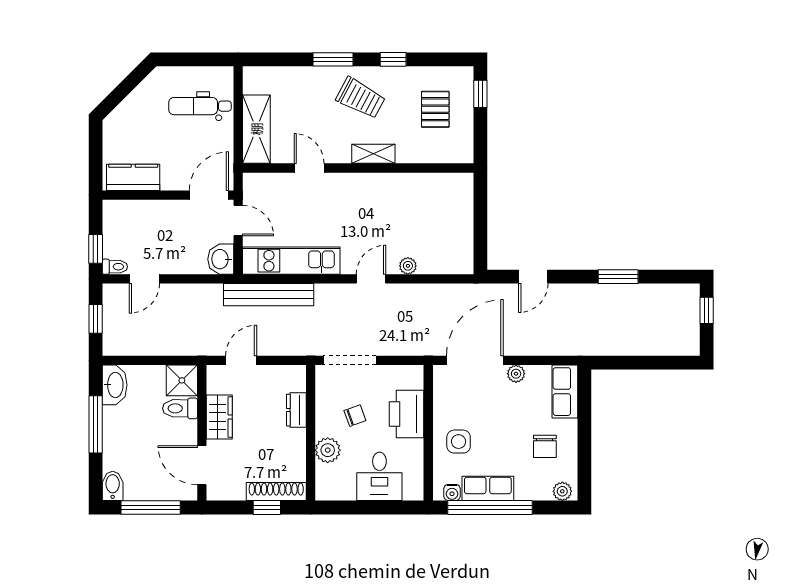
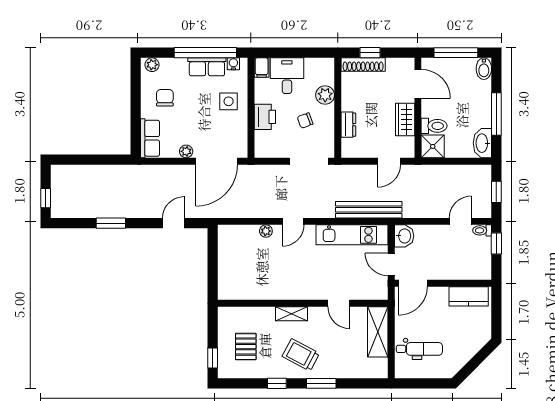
printer: (407, 414) -> (265, 117), width x0.73, depth x0.84
filing cabinet: (414, 487) -> (262, 68), added

